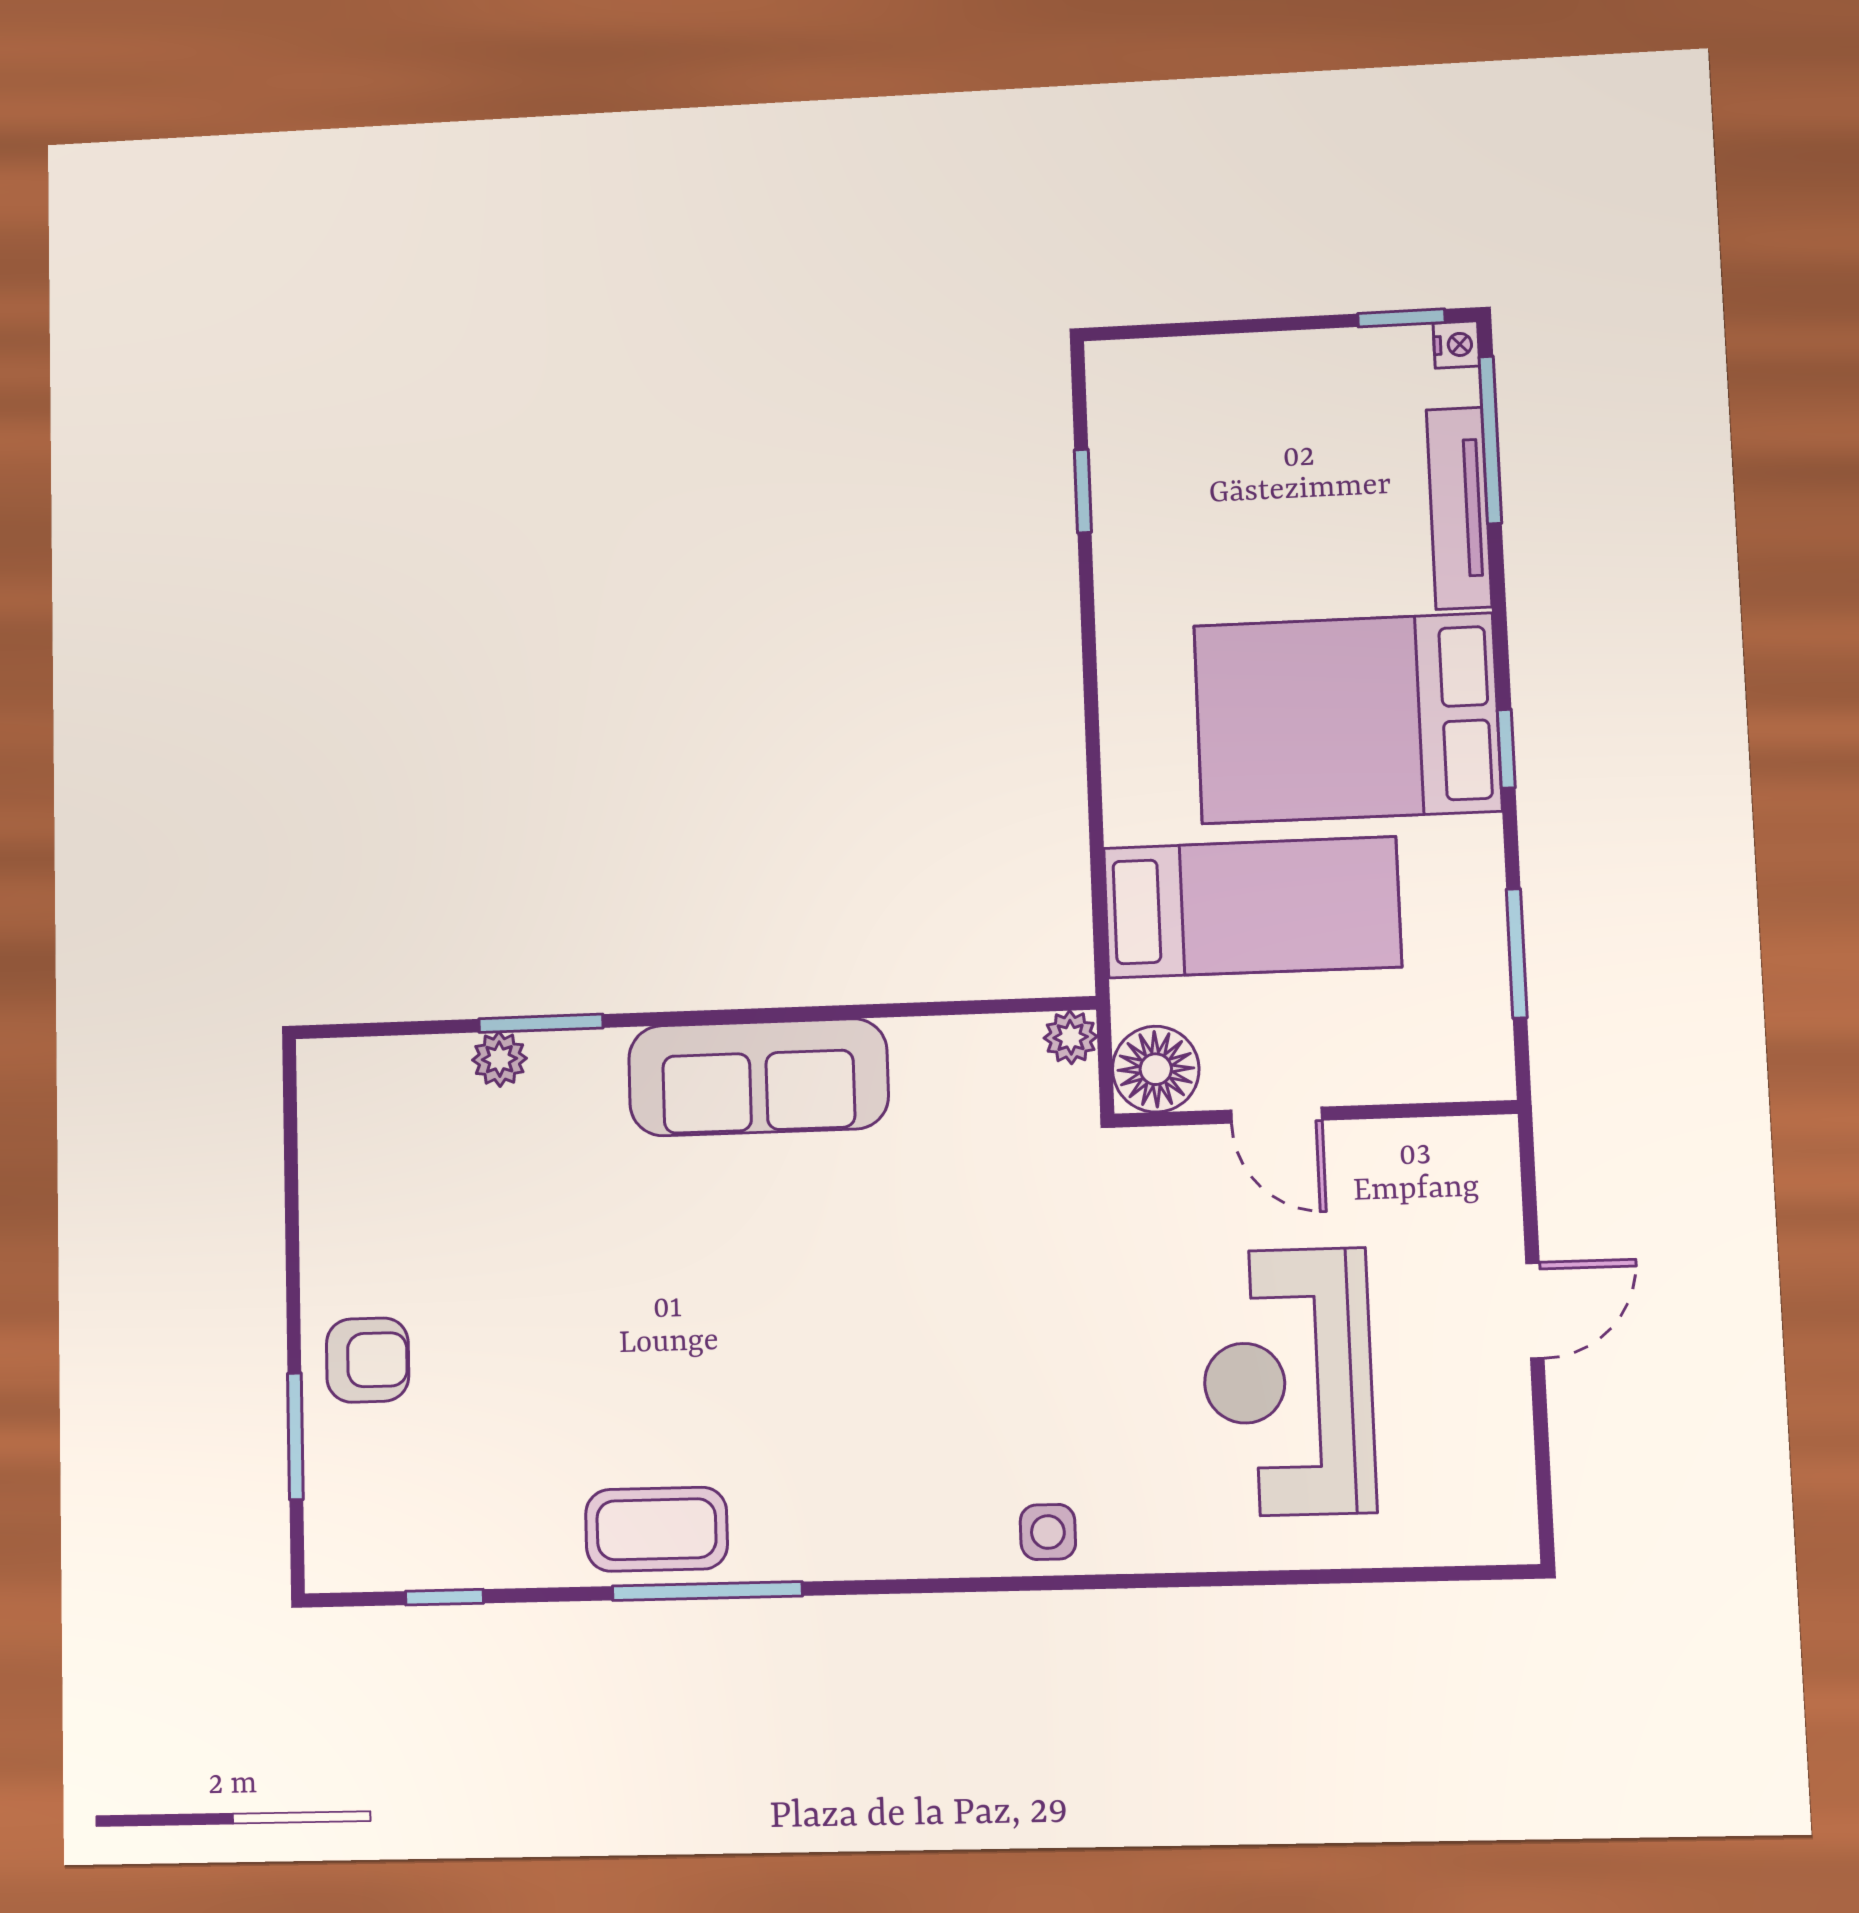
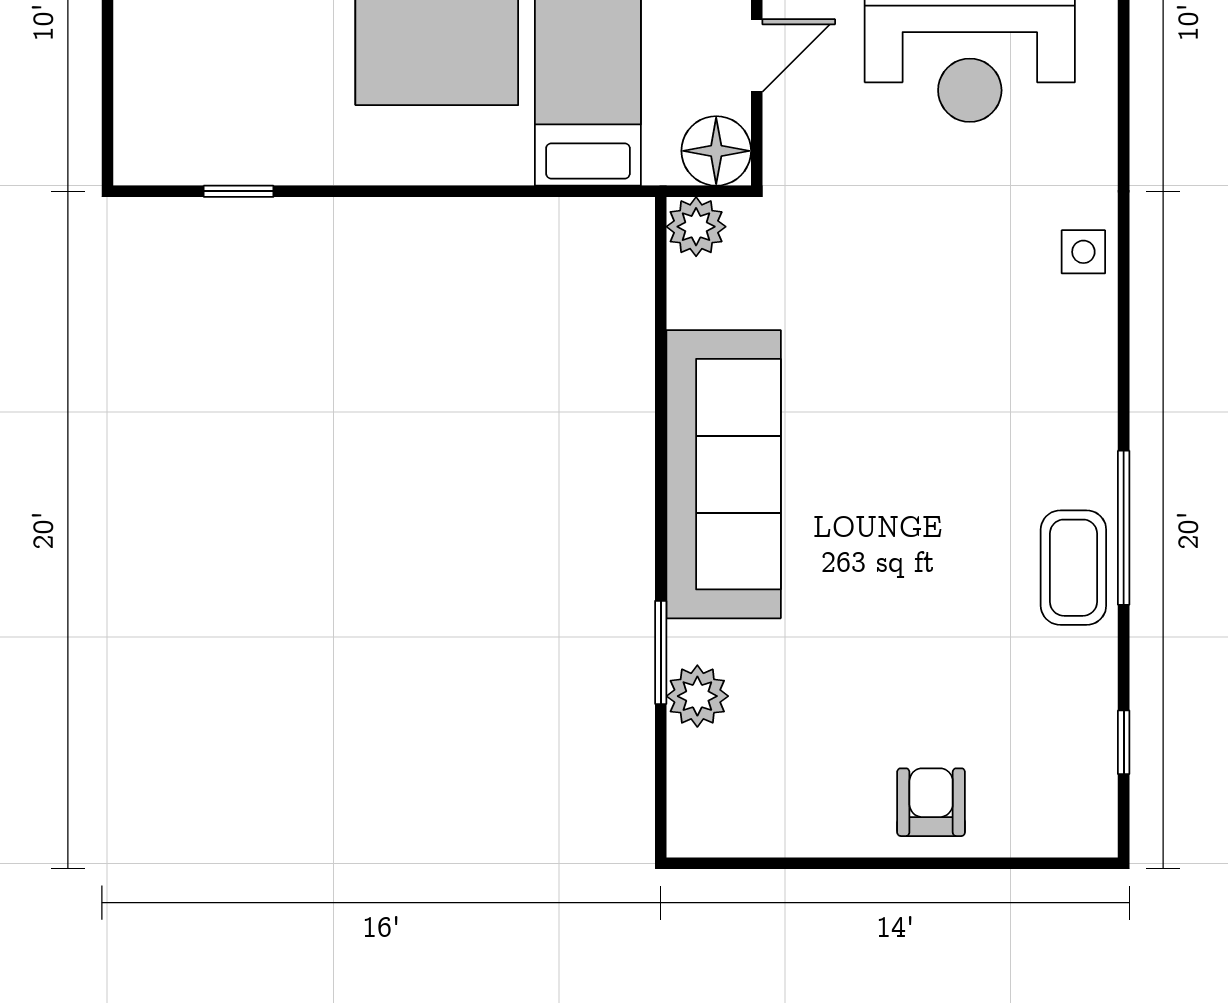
plant: (1071, 1037) -> (696, 227), width x1.38, depth x1.38
plant: (499, 1059) -> (697, 696), width x1.38, depth x1.38
sofa: (758, 1077) -> (724, 474), width x1.36, depth x1.27
window: (295, 1436) -> (991, 863), removed

